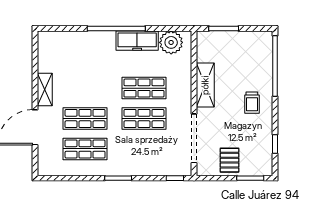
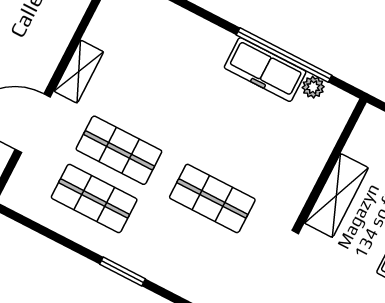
window: (116, 29) -> (284, 55), moved
plant: (171, 42) -> (313, 87), width x0.53, depth x0.53
shop shelf: (144, 88) -> (237, 150), removed

